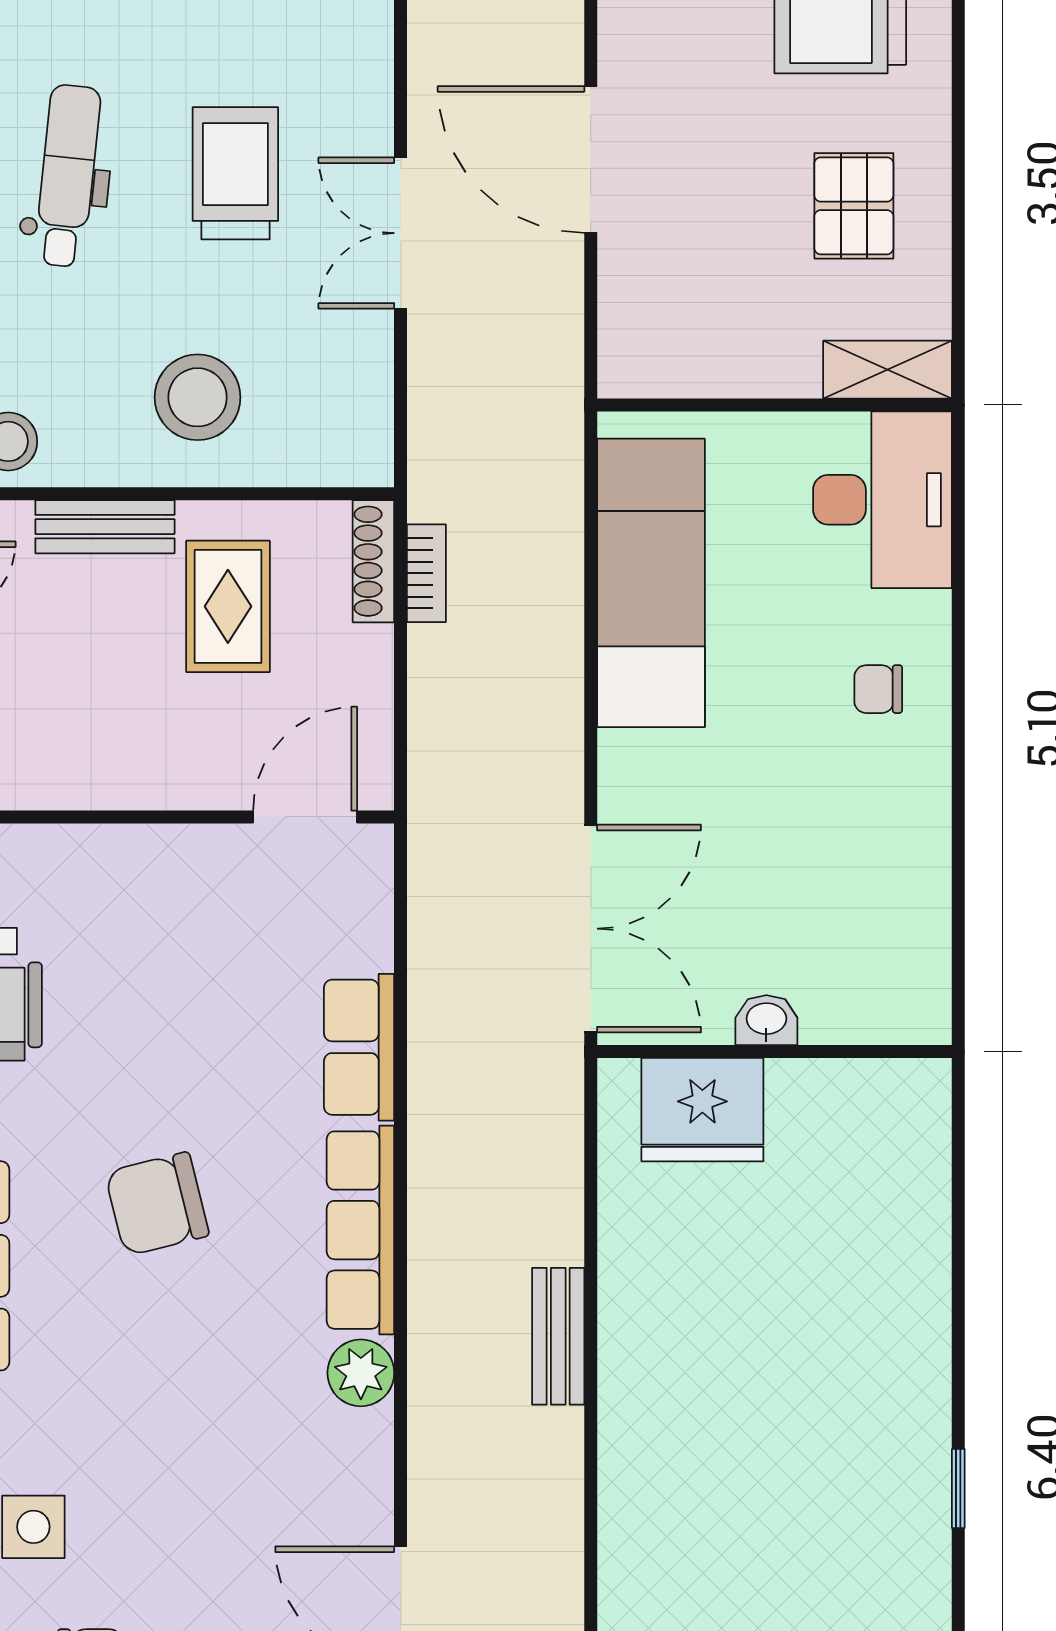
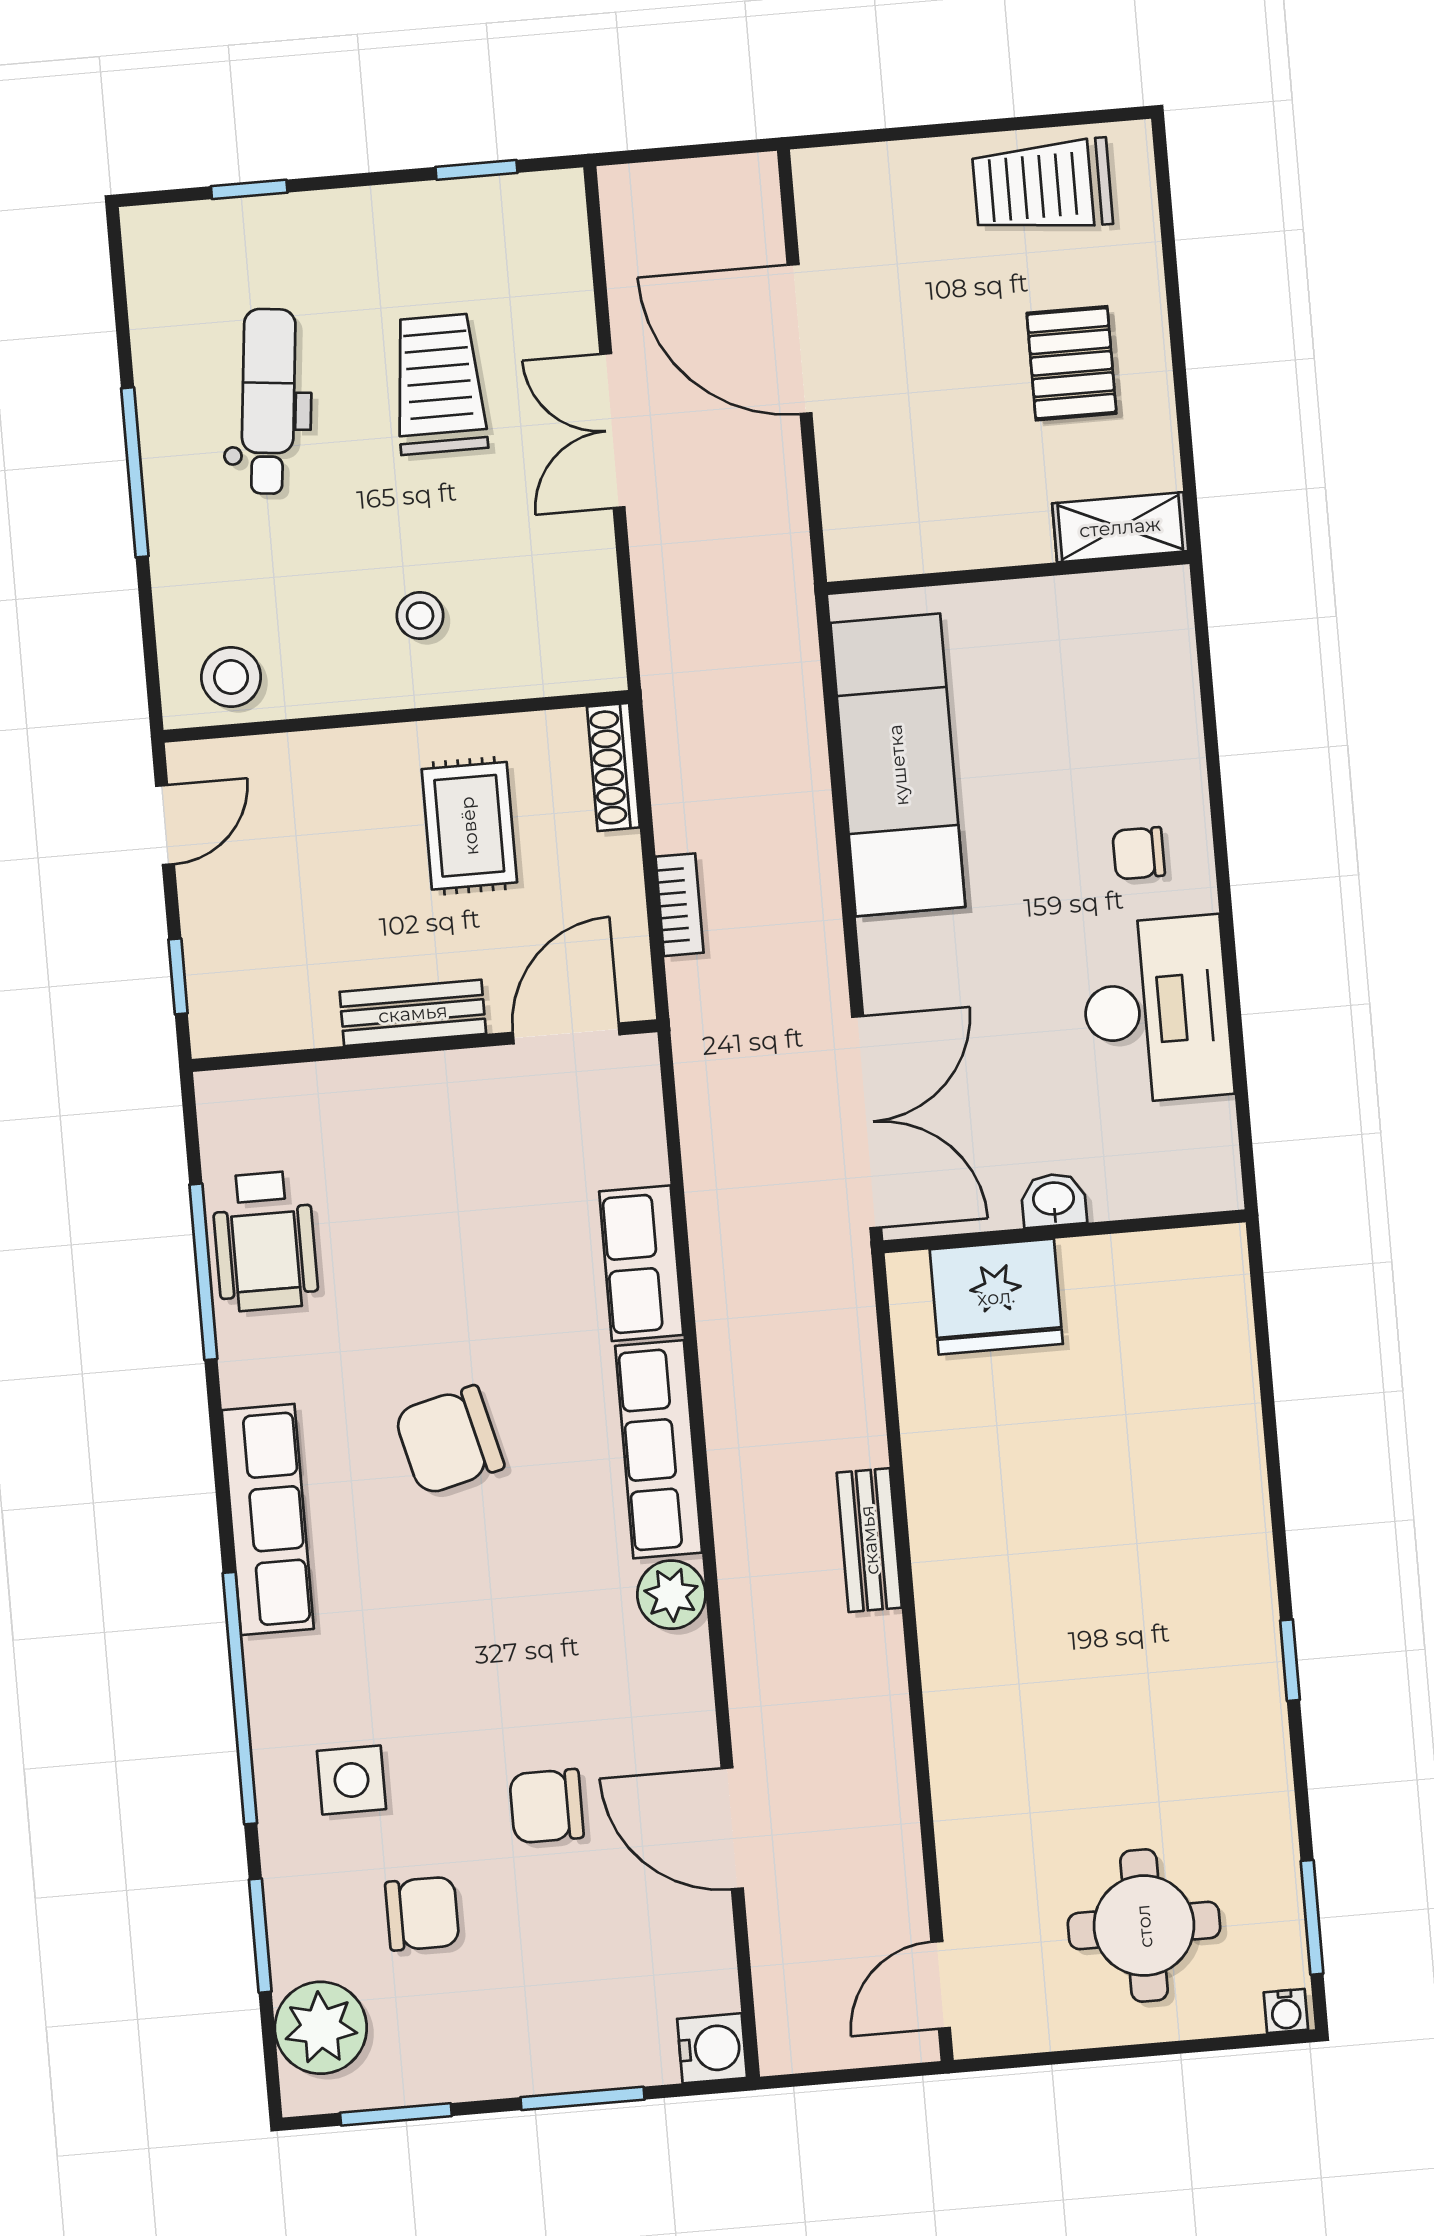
stool: (198, 397) -> (420, 616), width x0.53, depth x0.53
desk: (883, 500) -> (1156, 1010), moved
bench: (105, 527) -> (413, 1013), moved
bookcase: (426, 573) -> (680, 905), moved
chair: (221, 1569) -> (547, 1806), added

